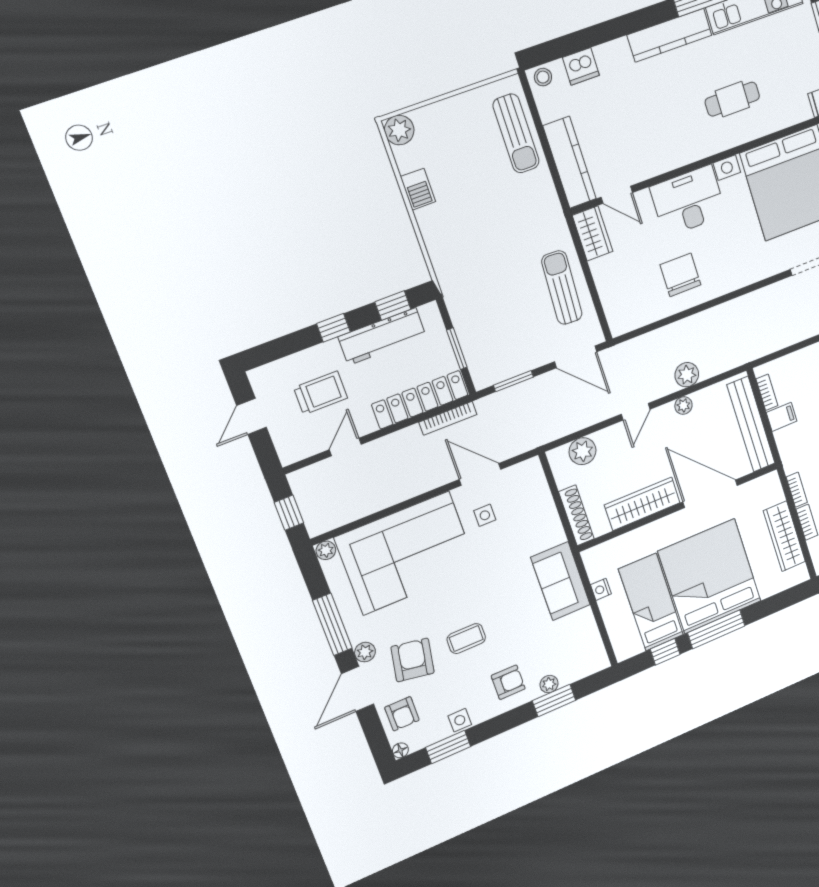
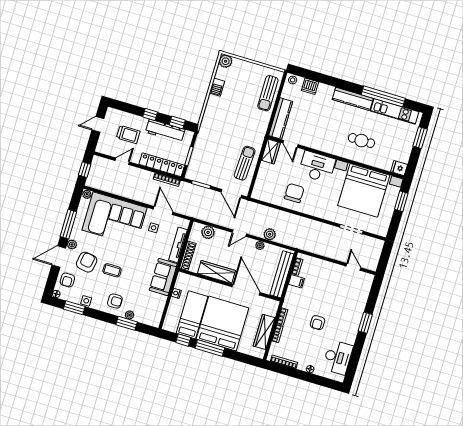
tv unit: (547, 511) -> (178, 245), added

